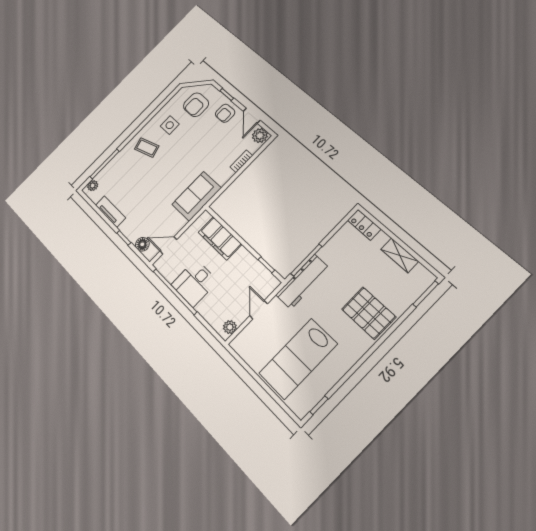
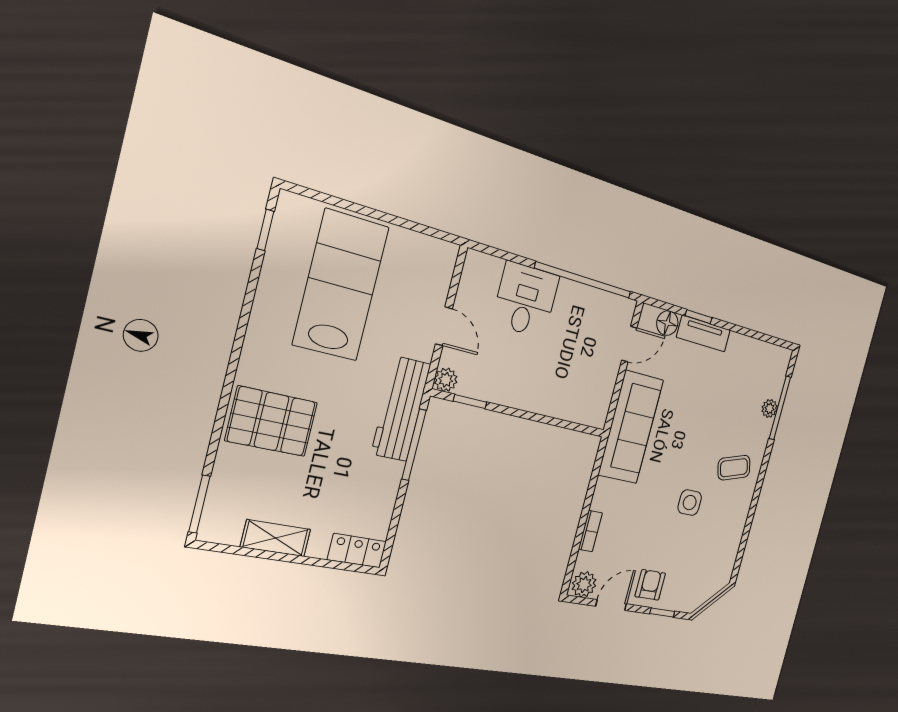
armchair: (196, 105) -> (697, 571), removed
door: (252, 116) -> (611, 605), hinge flipped
side table: (170, 125) -> (690, 503), moved
plant: (93, 186) -> (769, 408), moved
sofa: (197, 196) -> (631, 427), width x1.36
tv unit: (110, 212) -> (704, 334), moved
filing cabinet: (220, 238) -> (560, 400), removed
desk: (195, 283) -> (526, 300), moved
plant: (230, 327) -> (446, 380), moved

